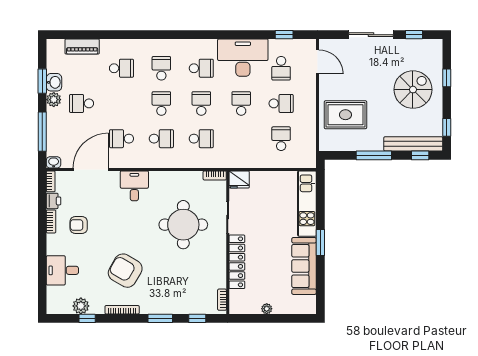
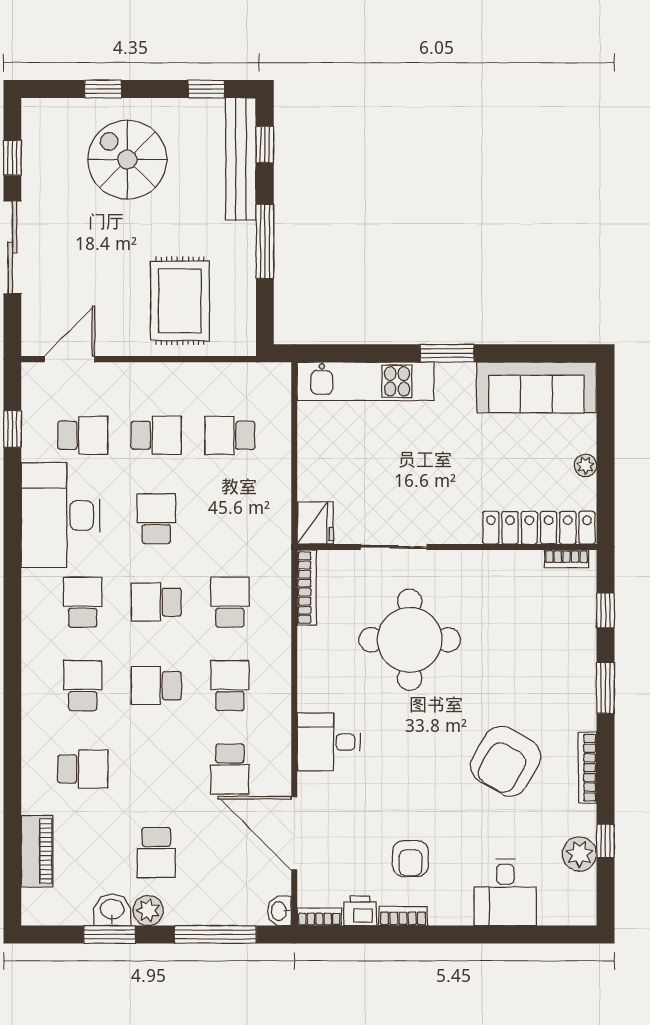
school desk: (121, 68) -> (83, 769), turned 90
school desk: (161, 68) -> (83, 686), turned 90
school desk: (241, 103) -> (156, 519), turned 90
school desk: (281, 103) -> (156, 435), turned 90
bookcase: (215, 175) -> (307, 588), width x1.56
locker: (237, 262) -> (539, 528), moved
sofa: (304, 266) -> (536, 387), moved

